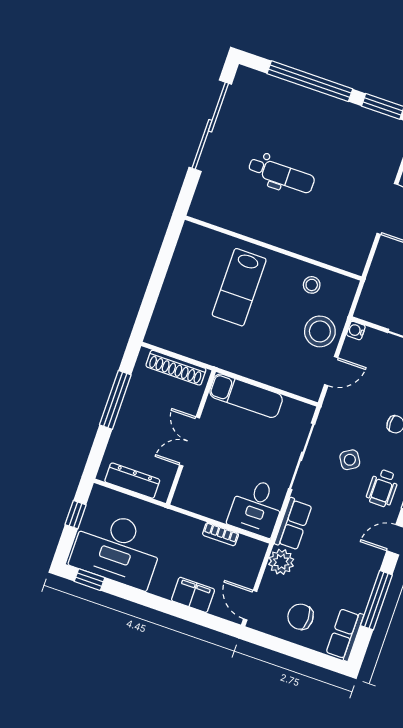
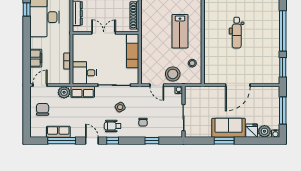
lab bench: (239, 287) -> (180, 31), turned -90
row of seats: (345, 634) -> (58, 132), moved

